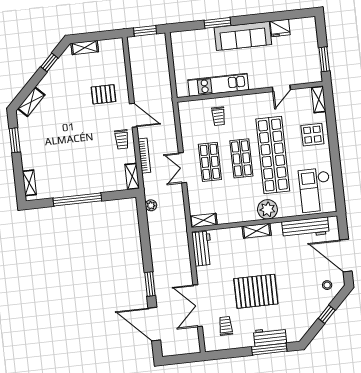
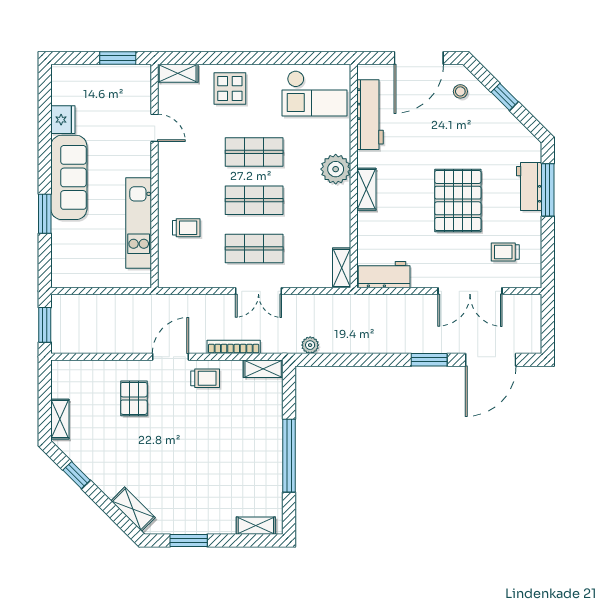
shop shelf: (273, 155) -> (254, 152), width x0.50, depth x0.74

